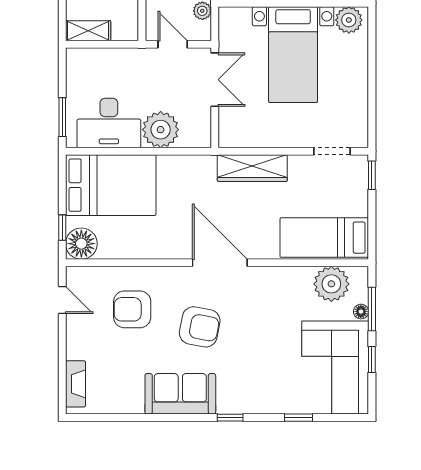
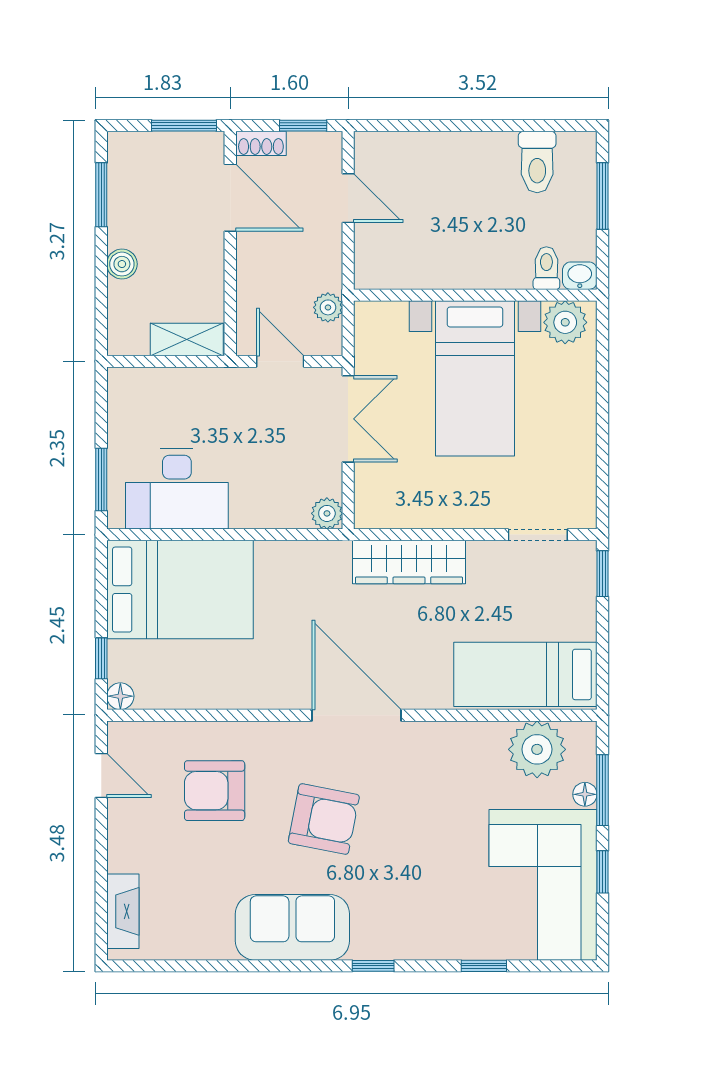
shelving: (88, 31) -> (187, 340), moved
plant: (161, 130) -> (327, 513), moved, width x0.53, depth x0.53
floor lamp: (81, 244) -> (120, 696), width x0.53, depth x0.53

